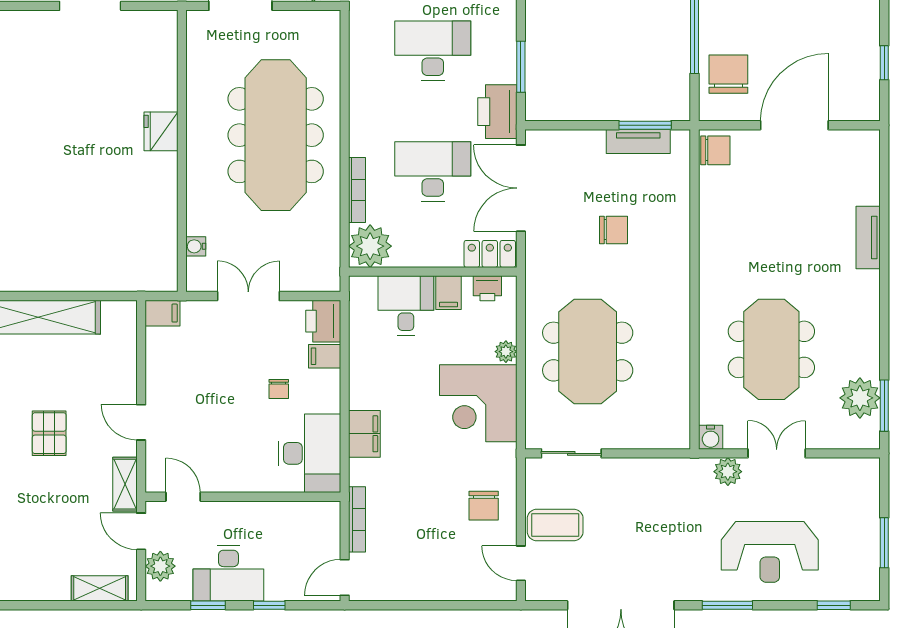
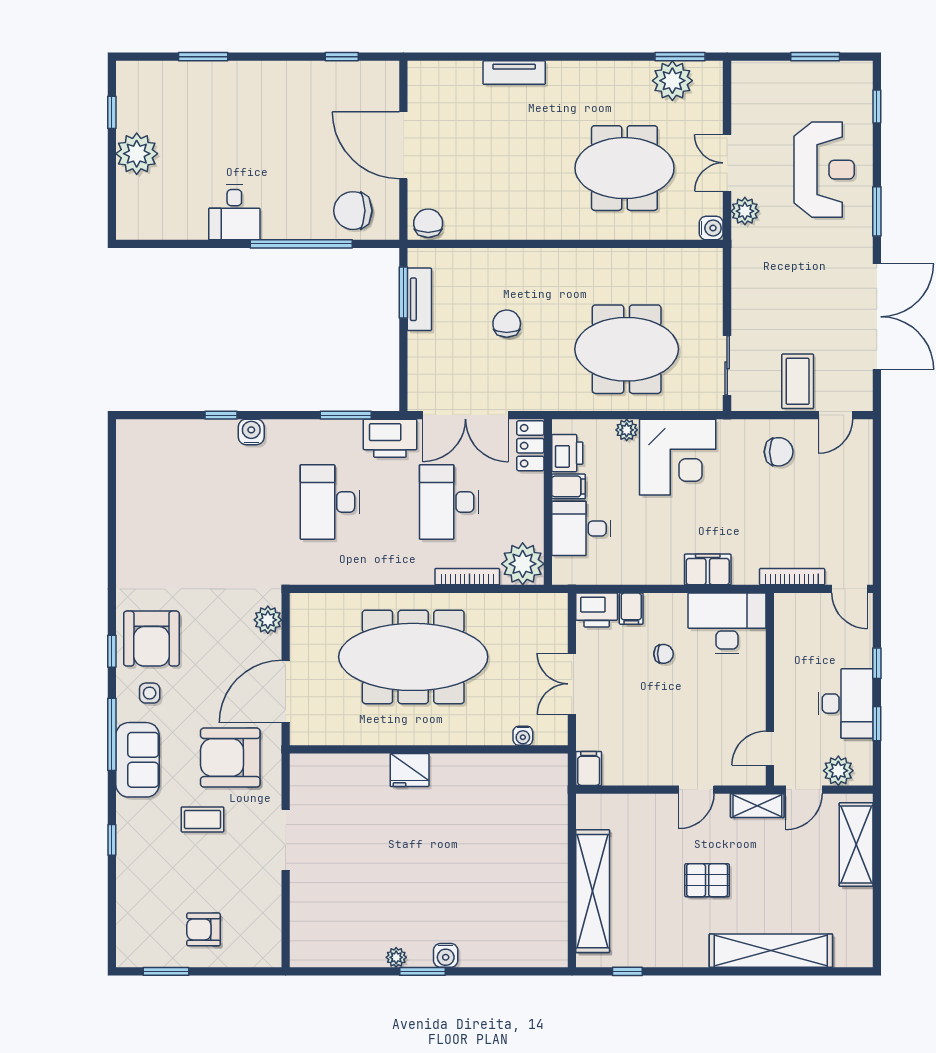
printer: (487, 288) -> (567, 453), width x1.36, depth x1.24
shelving: (100, 588) -> (856, 845), width x1.50, depth x1.33

